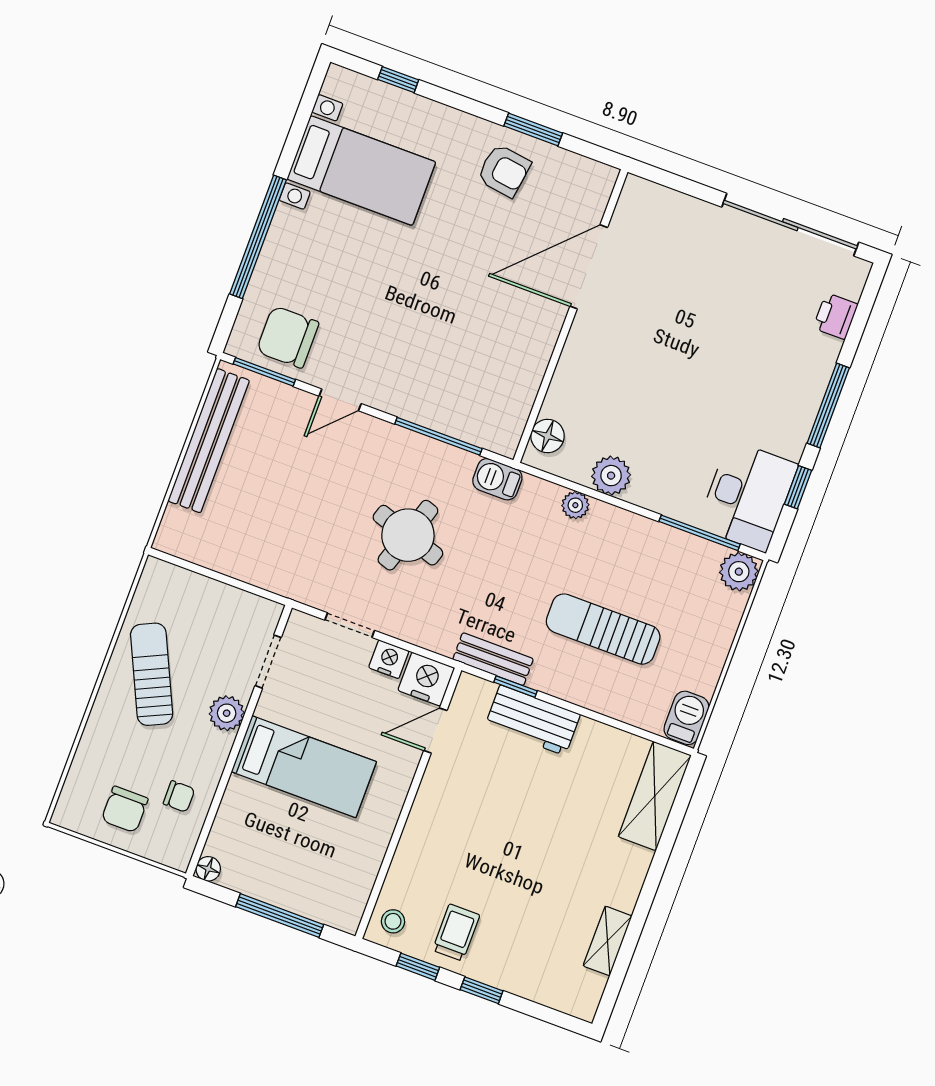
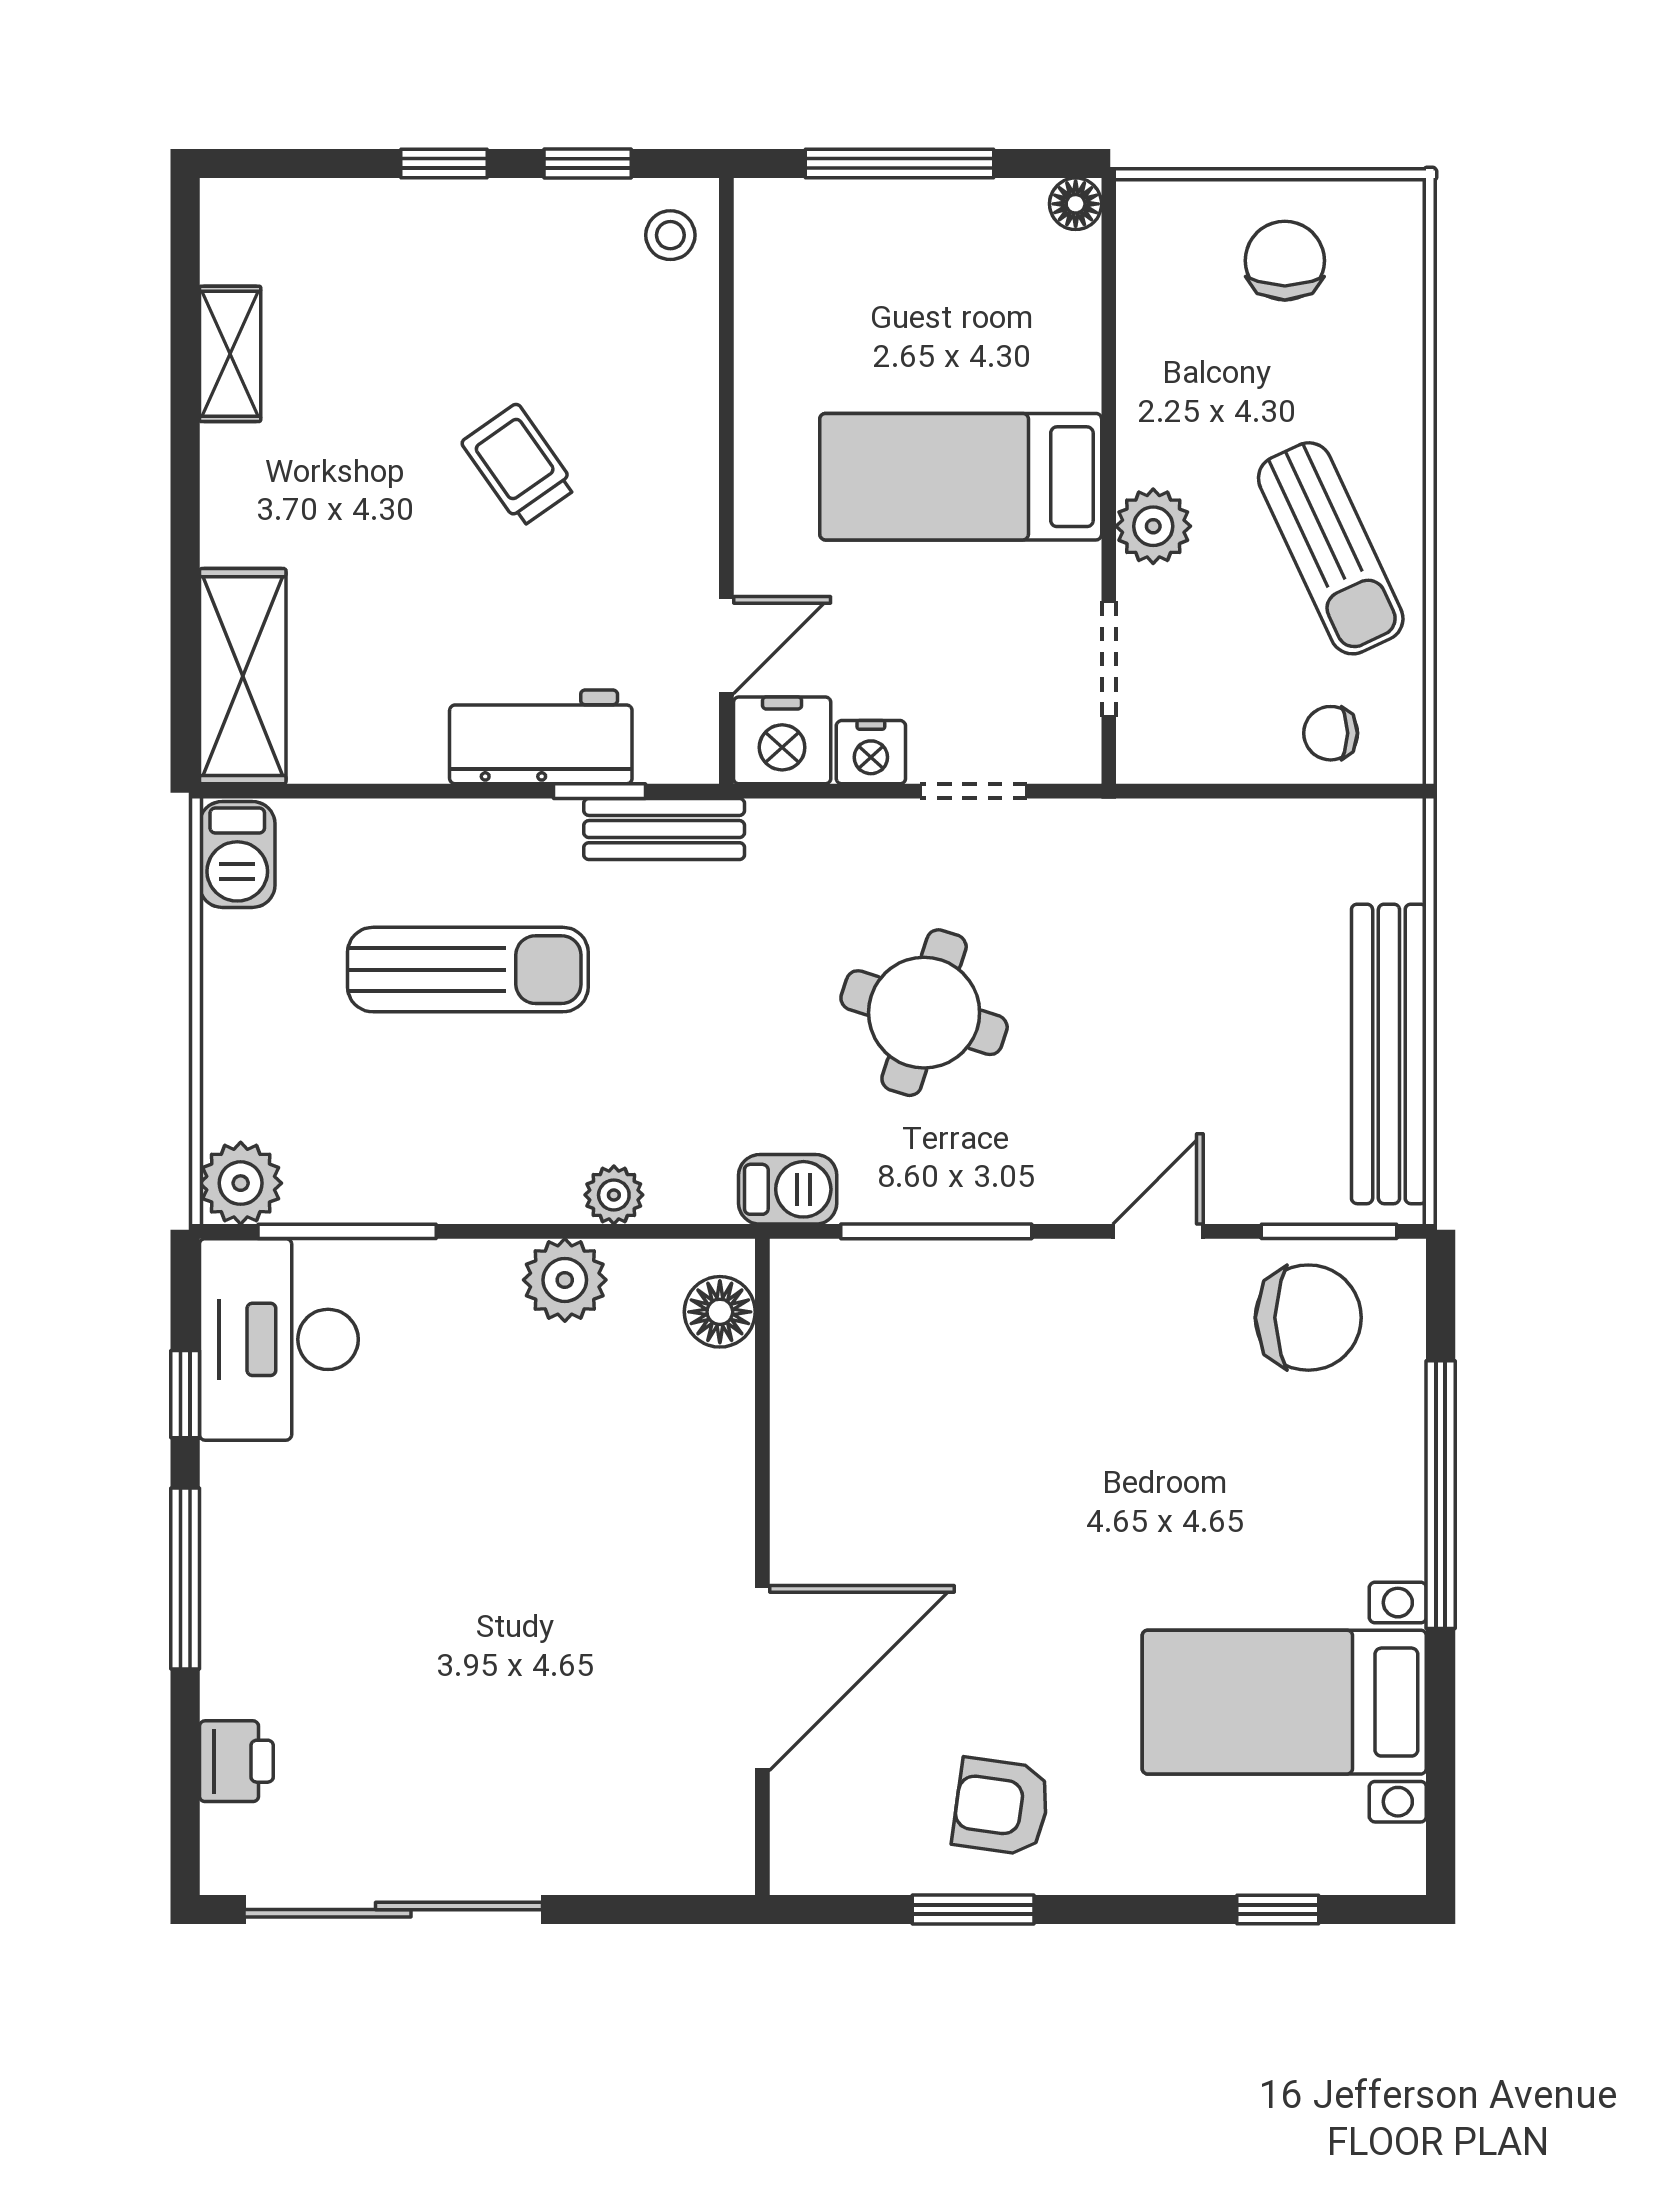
chair: (179, 796) -> (1331, 733), moved
trolley: (456, 933) -> (519, 465), moved, turned 145

